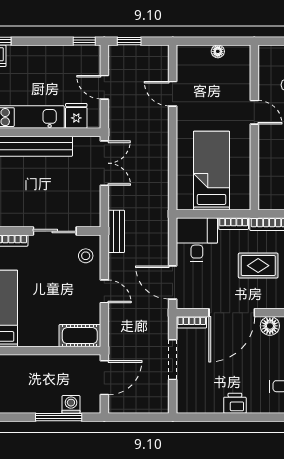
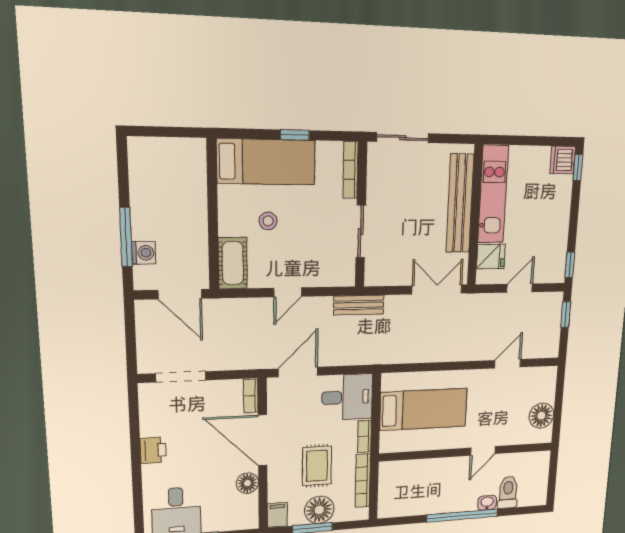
floor lamp: (218, 51) -> (541, 416), width x1.89, depth x1.89
double door: (104, 163) -> (437, 290), swing flipped
stool: (86, 256) -> (268, 221), moved
doorway: (173, 360) -> (181, 377), moved

